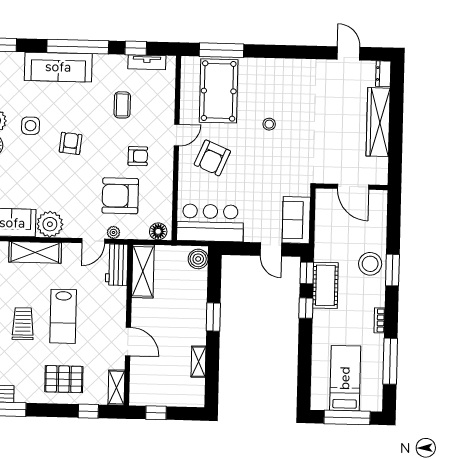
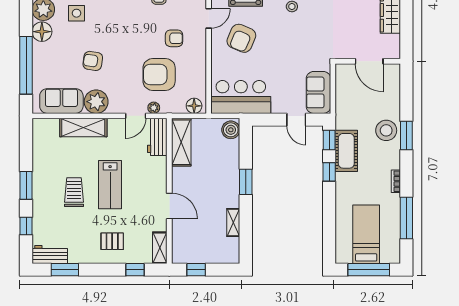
armchair: (71, 143) -> (93, 61), moved, turned -88
pallet: (64, 379) -> (112, 241), width x0.67, depth x0.71

